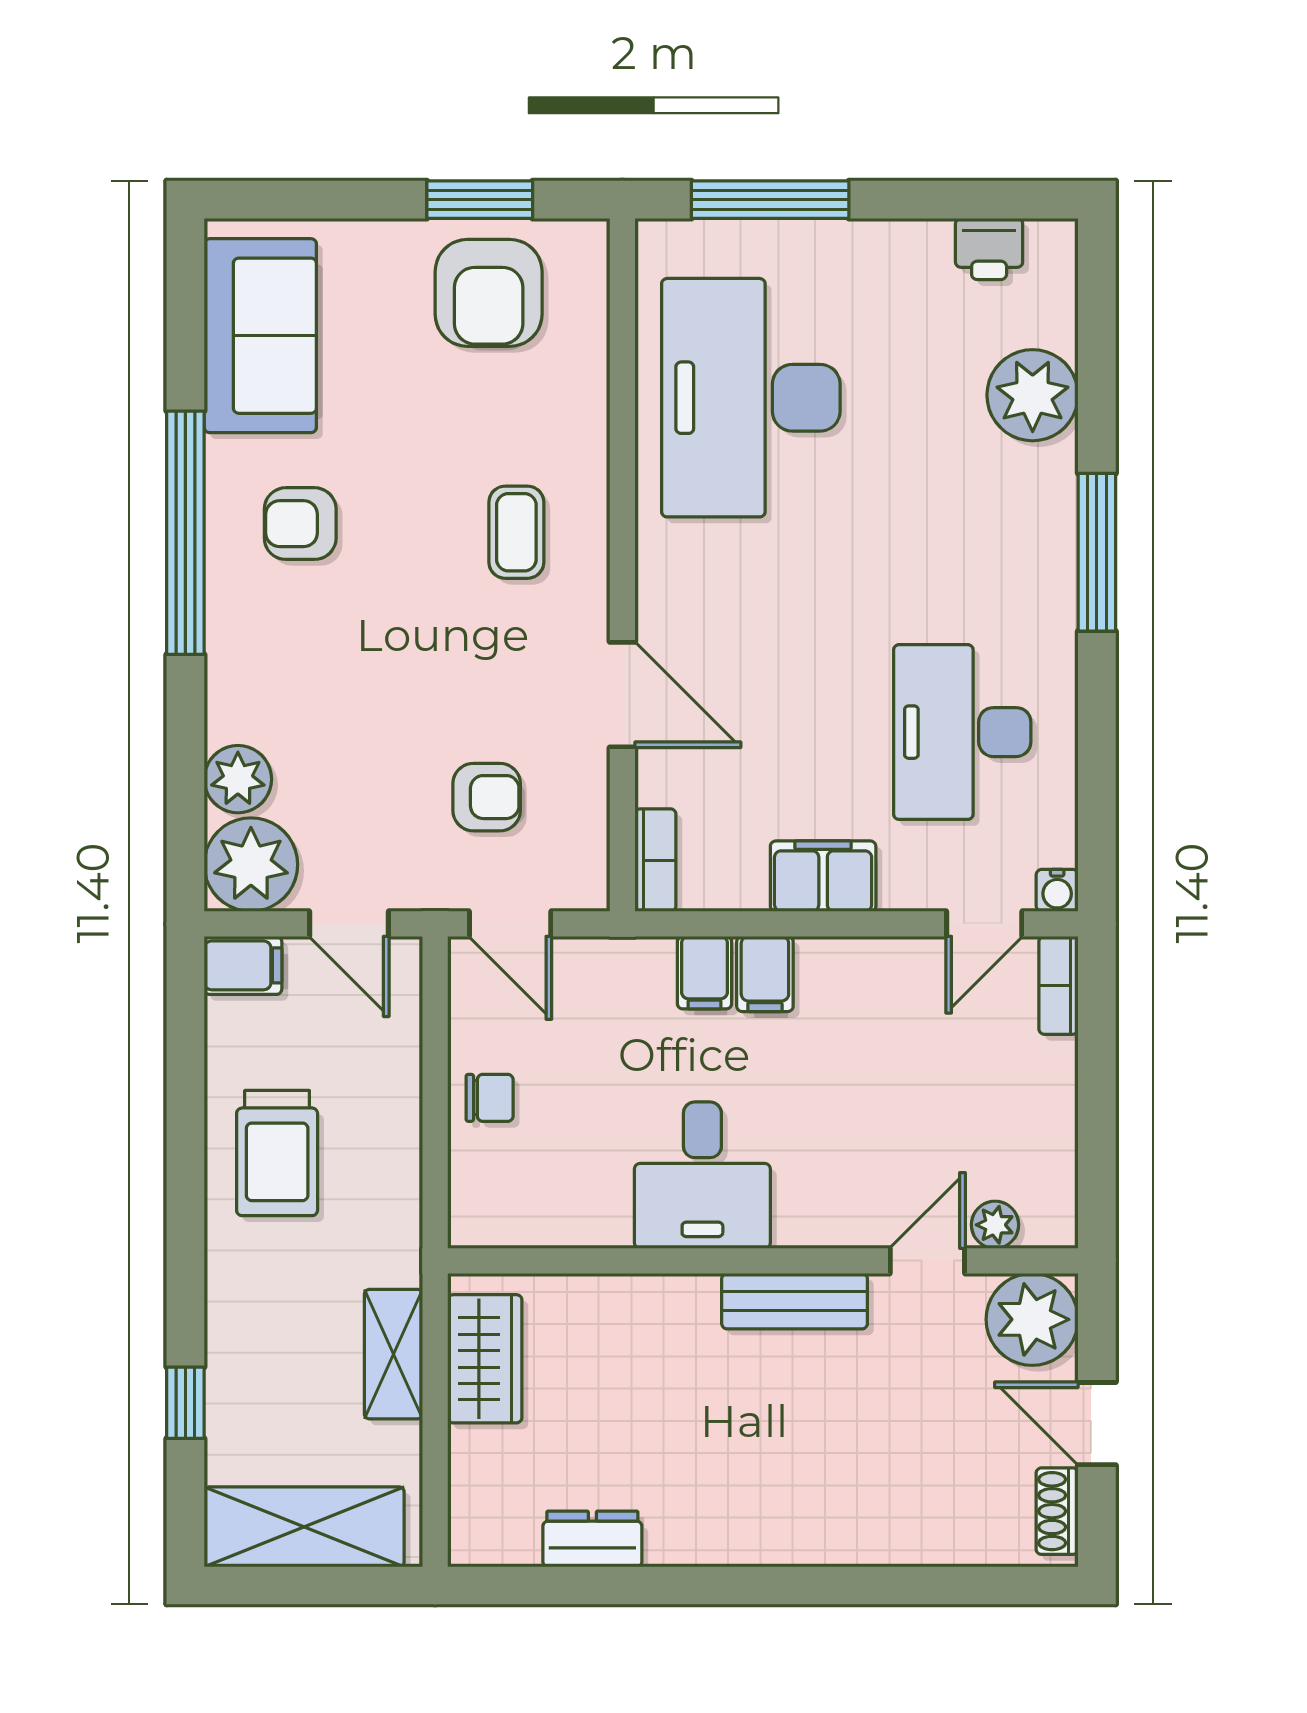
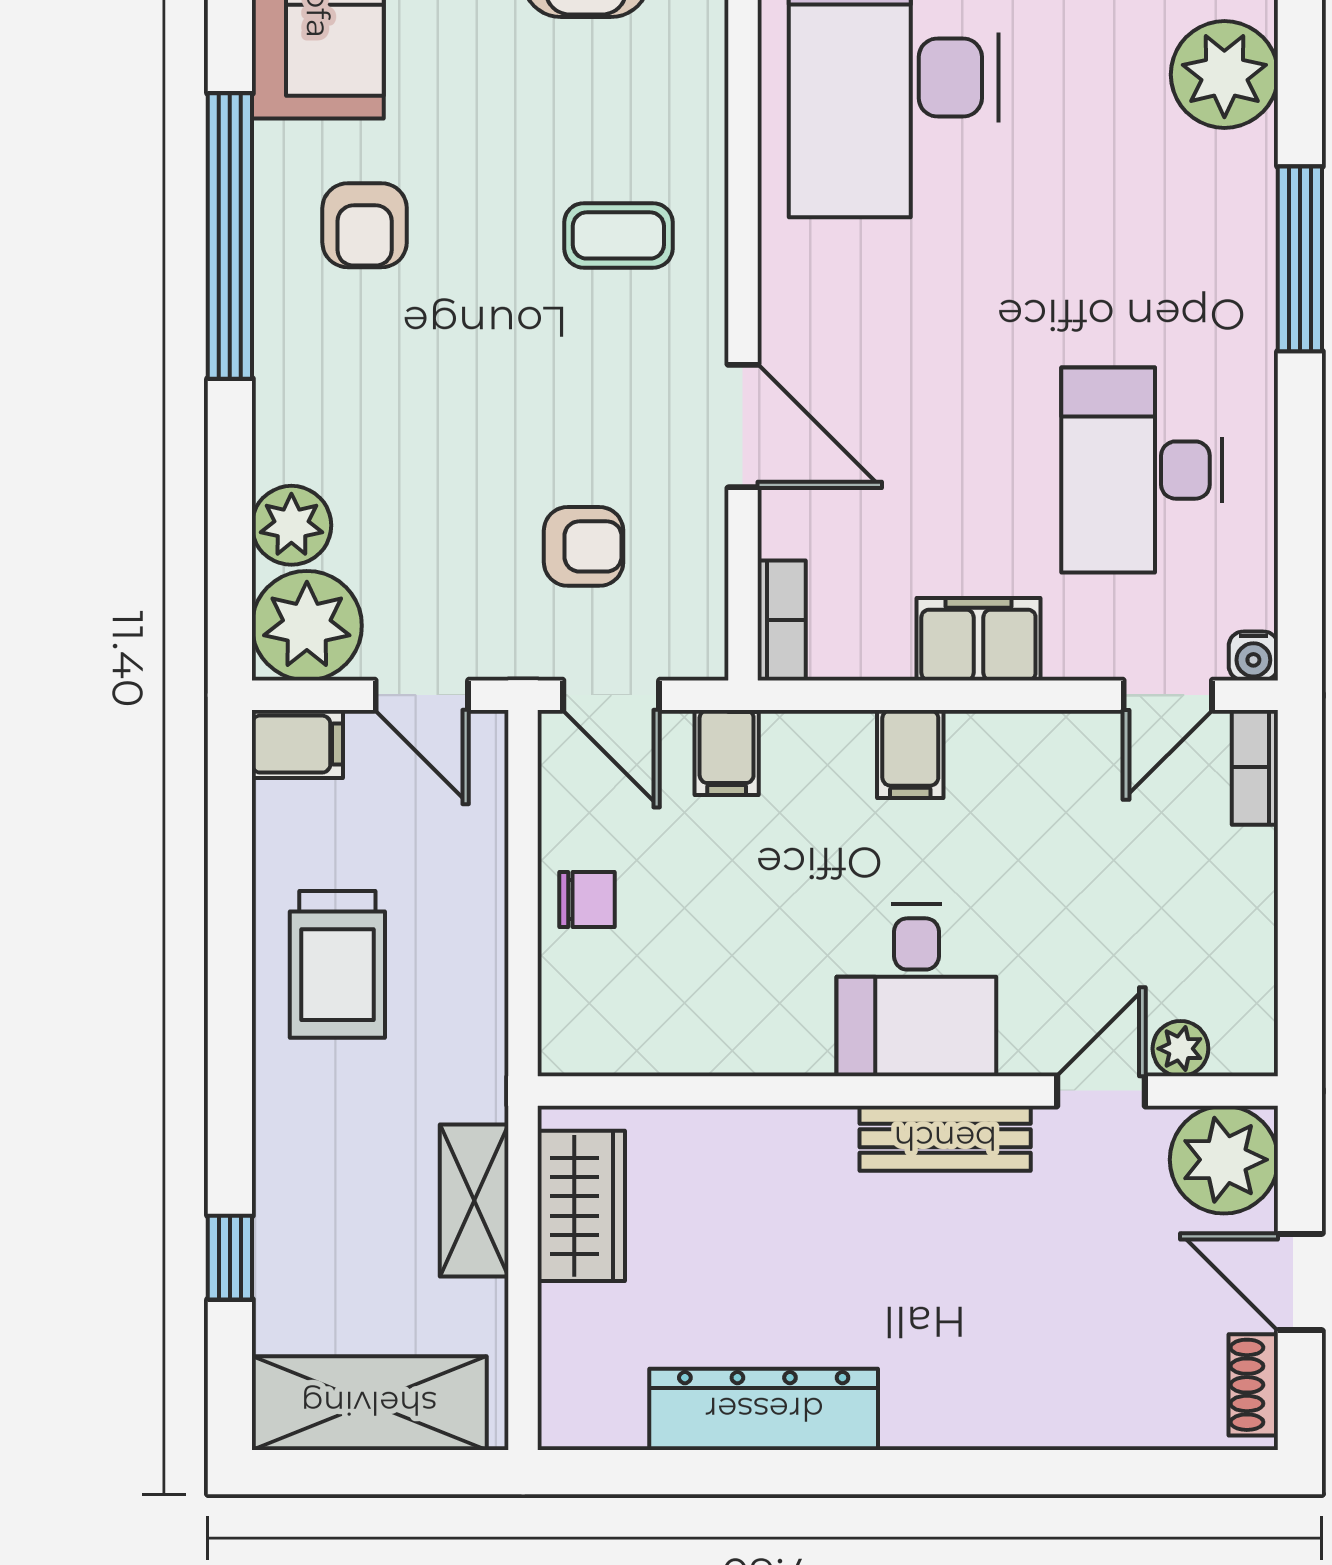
armchair: (300, 524) -> (365, 225), turned -90
coffee table: (516, 532) -> (618, 235), turned 90
filing cabinet: (704, 973) -> (727, 753), moved
desk: (702, 1175) -> (916, 990), moved
dresser: (592, 1539) -> (764, 1409), width x1.96, depth x1.24

